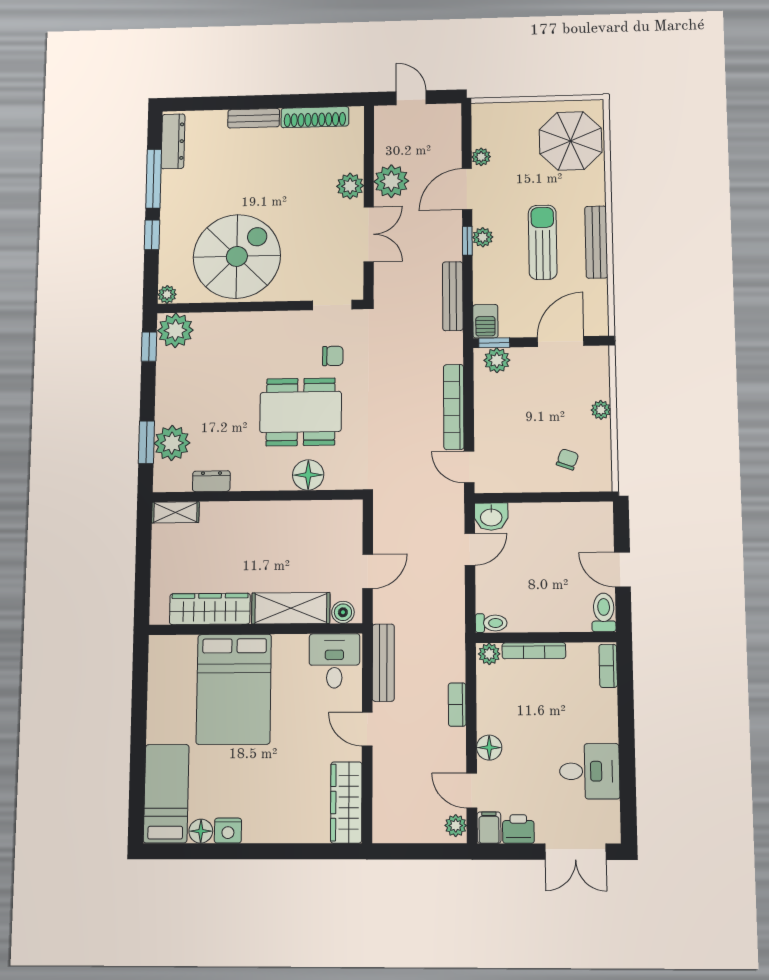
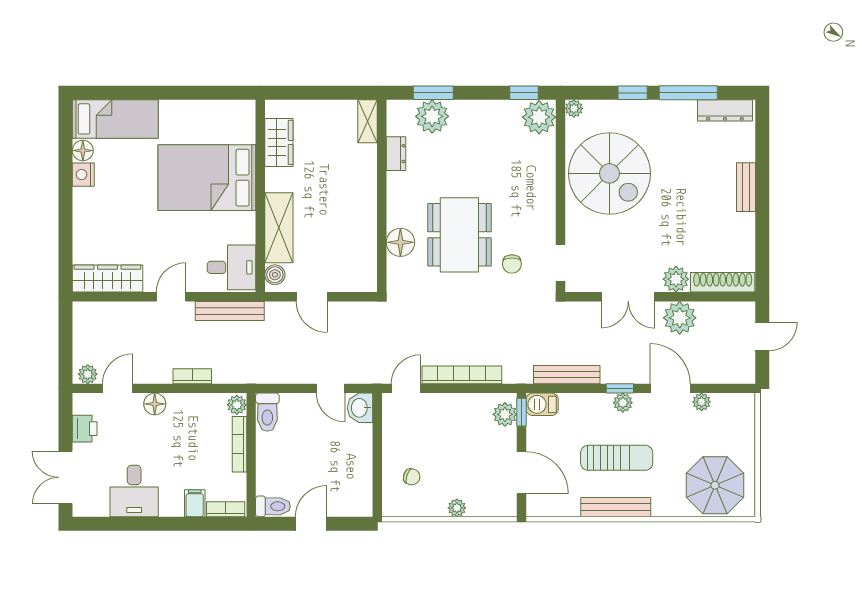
shoe rack: (315, 117) -> (723, 282), moved, turned 90
wardrobe: (210, 609) -> (279, 142), width x0.67
toilet: (491, 623) -> (267, 412), width x1.37, depth x1.39
filing cabinet: (489, 828) -> (195, 503), moved, turned -90

